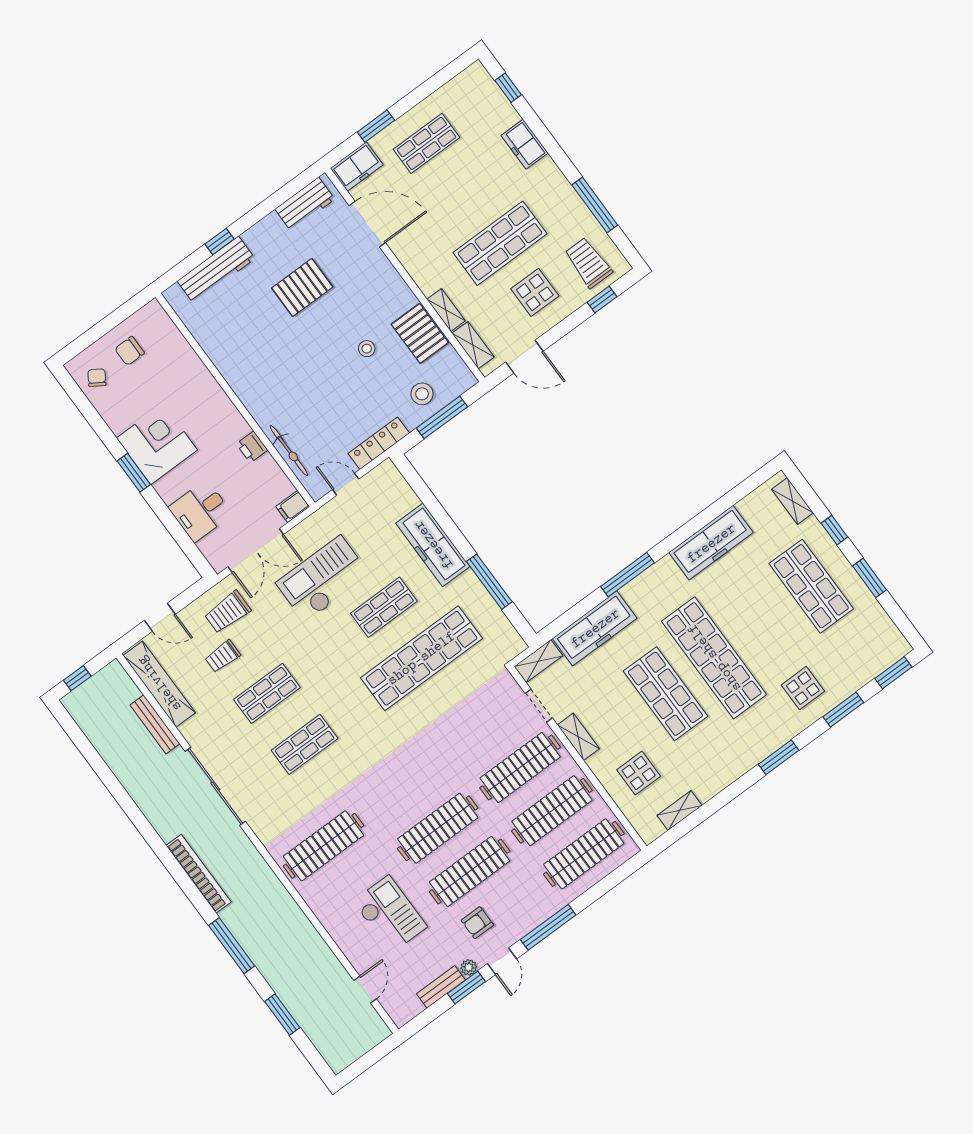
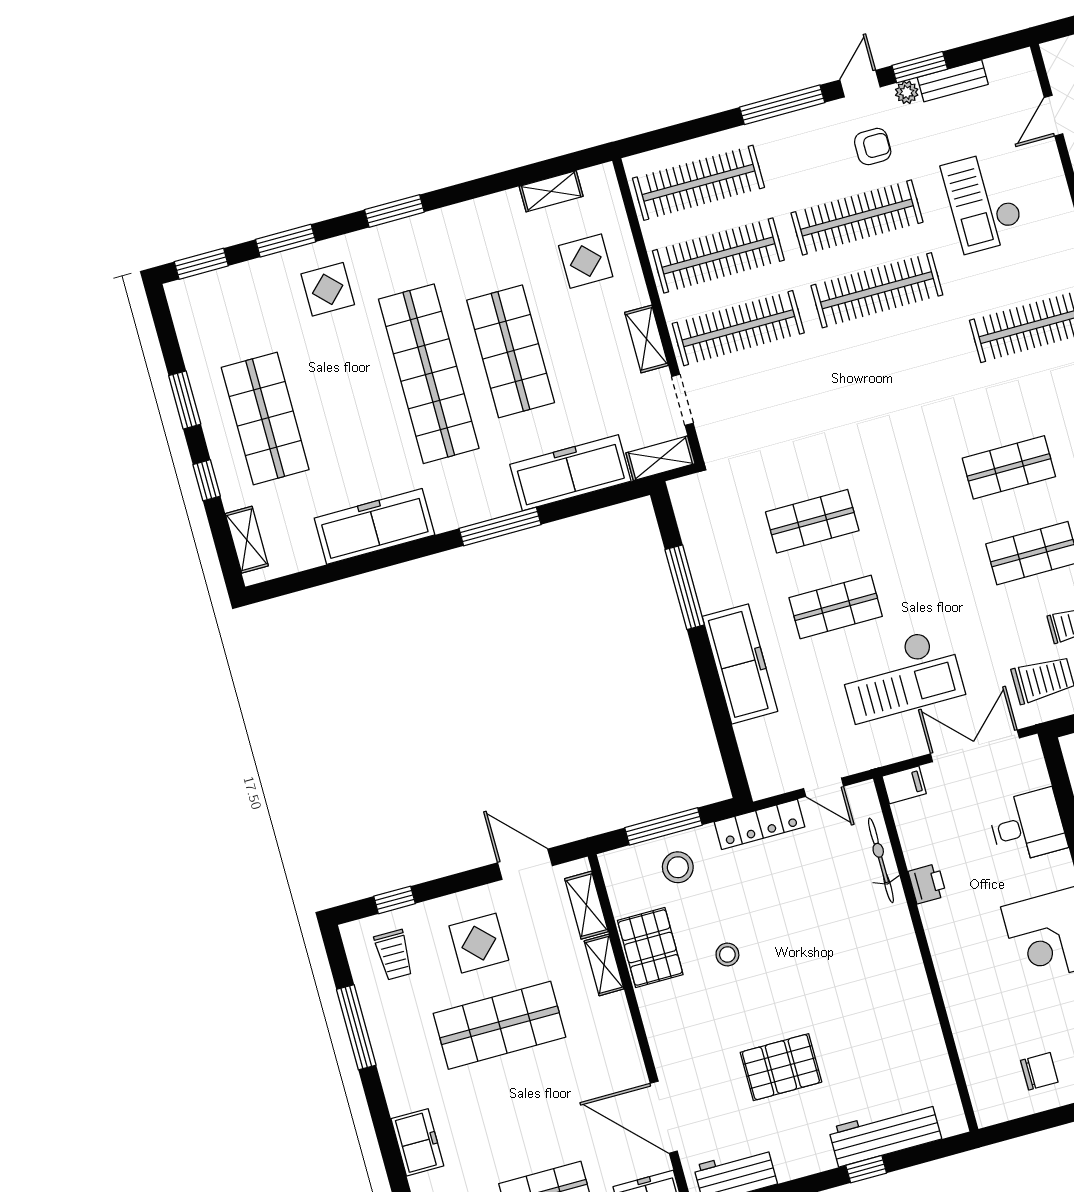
trolley: (588, 263) -> (394, 955), width x0.73, depth x0.72
shop shelf: (421, 658) -> (812, 521), width x0.50, depth x0.74

